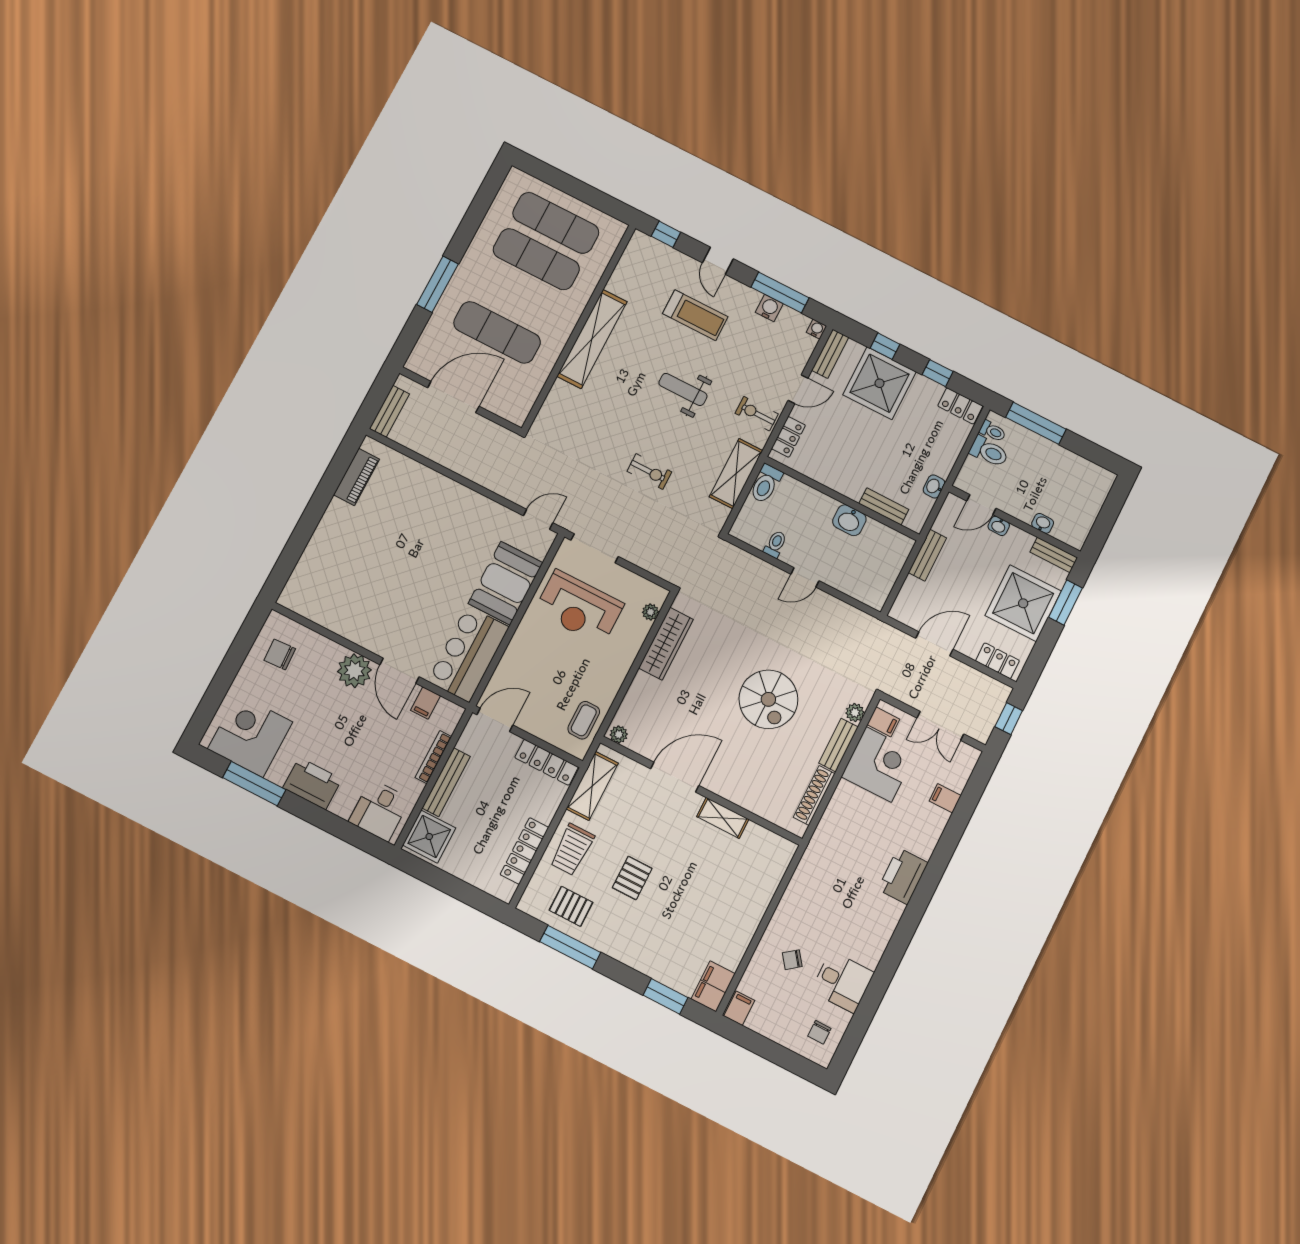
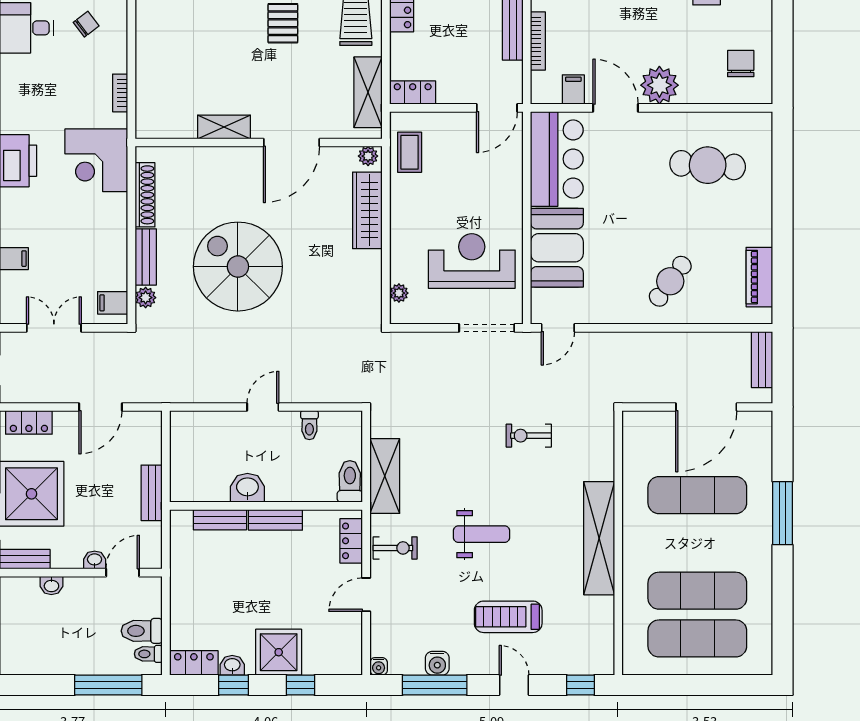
bench: (830, 354) -> (275, 520), moved, turned 90
shower: (880, 383) -> (279, 652), width x0.73, depth x0.73
exercise bike: (649, 472) -> (529, 436), moved
washbasin: (934, 487) -> (232, 665), moved, turned -90
cafe table: (429, 510) -> (670, 281), added
cafe table: (350, 587) -> (708, 165), added
wardrobe: (666, 644) -> (367, 210), moved
chair: (280, 655) -> (741, 64), turned -87
spiral stairs: (768, 699) -> (238, 267), width x1.37, depth x1.37
locker: (547, 762) -> (413, 93), width x0.66
corner desk: (879, 764) -> (96, 160), moved
bookcase: (793, 889) -> (120, 93), added

